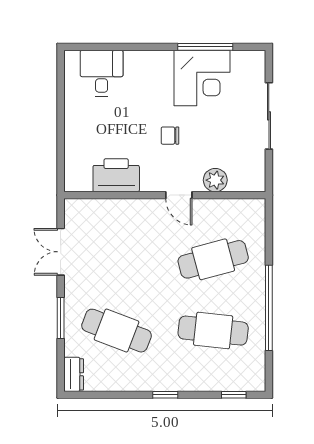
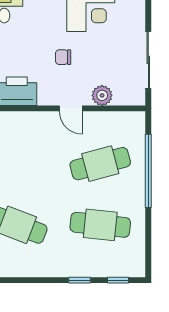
sliding door: (269, 116) -> (148, 60), moved
window: (269, 308) -> (148, 171), moved
window: (165, 395) -> (79, 280), moved

